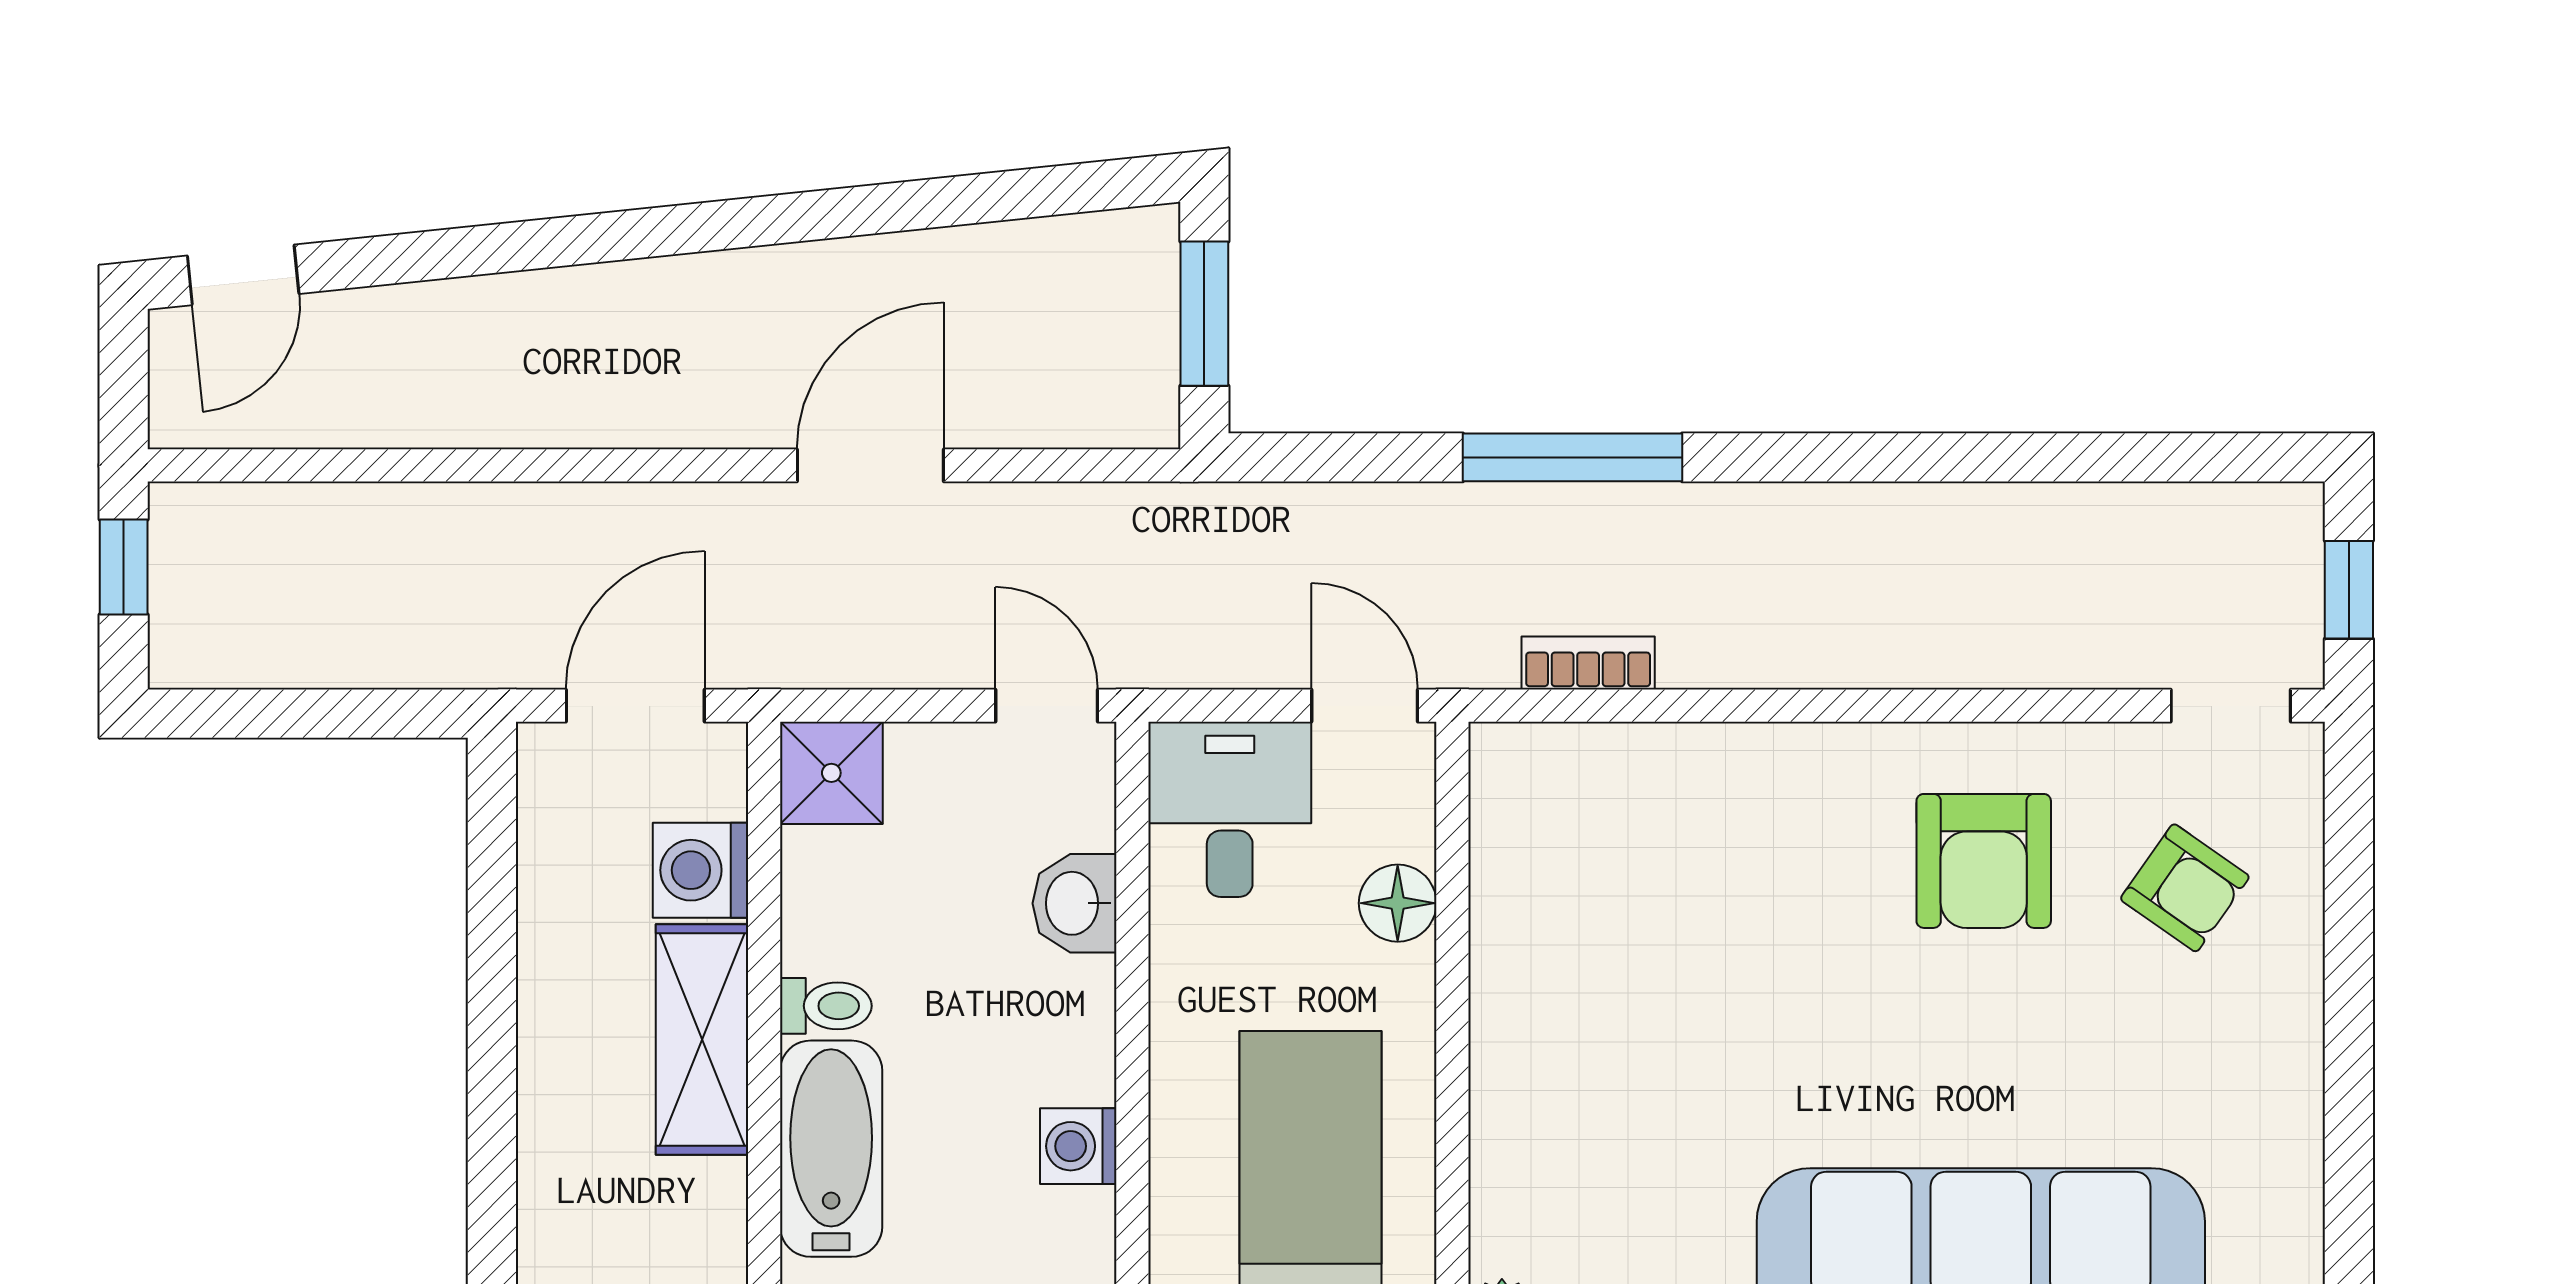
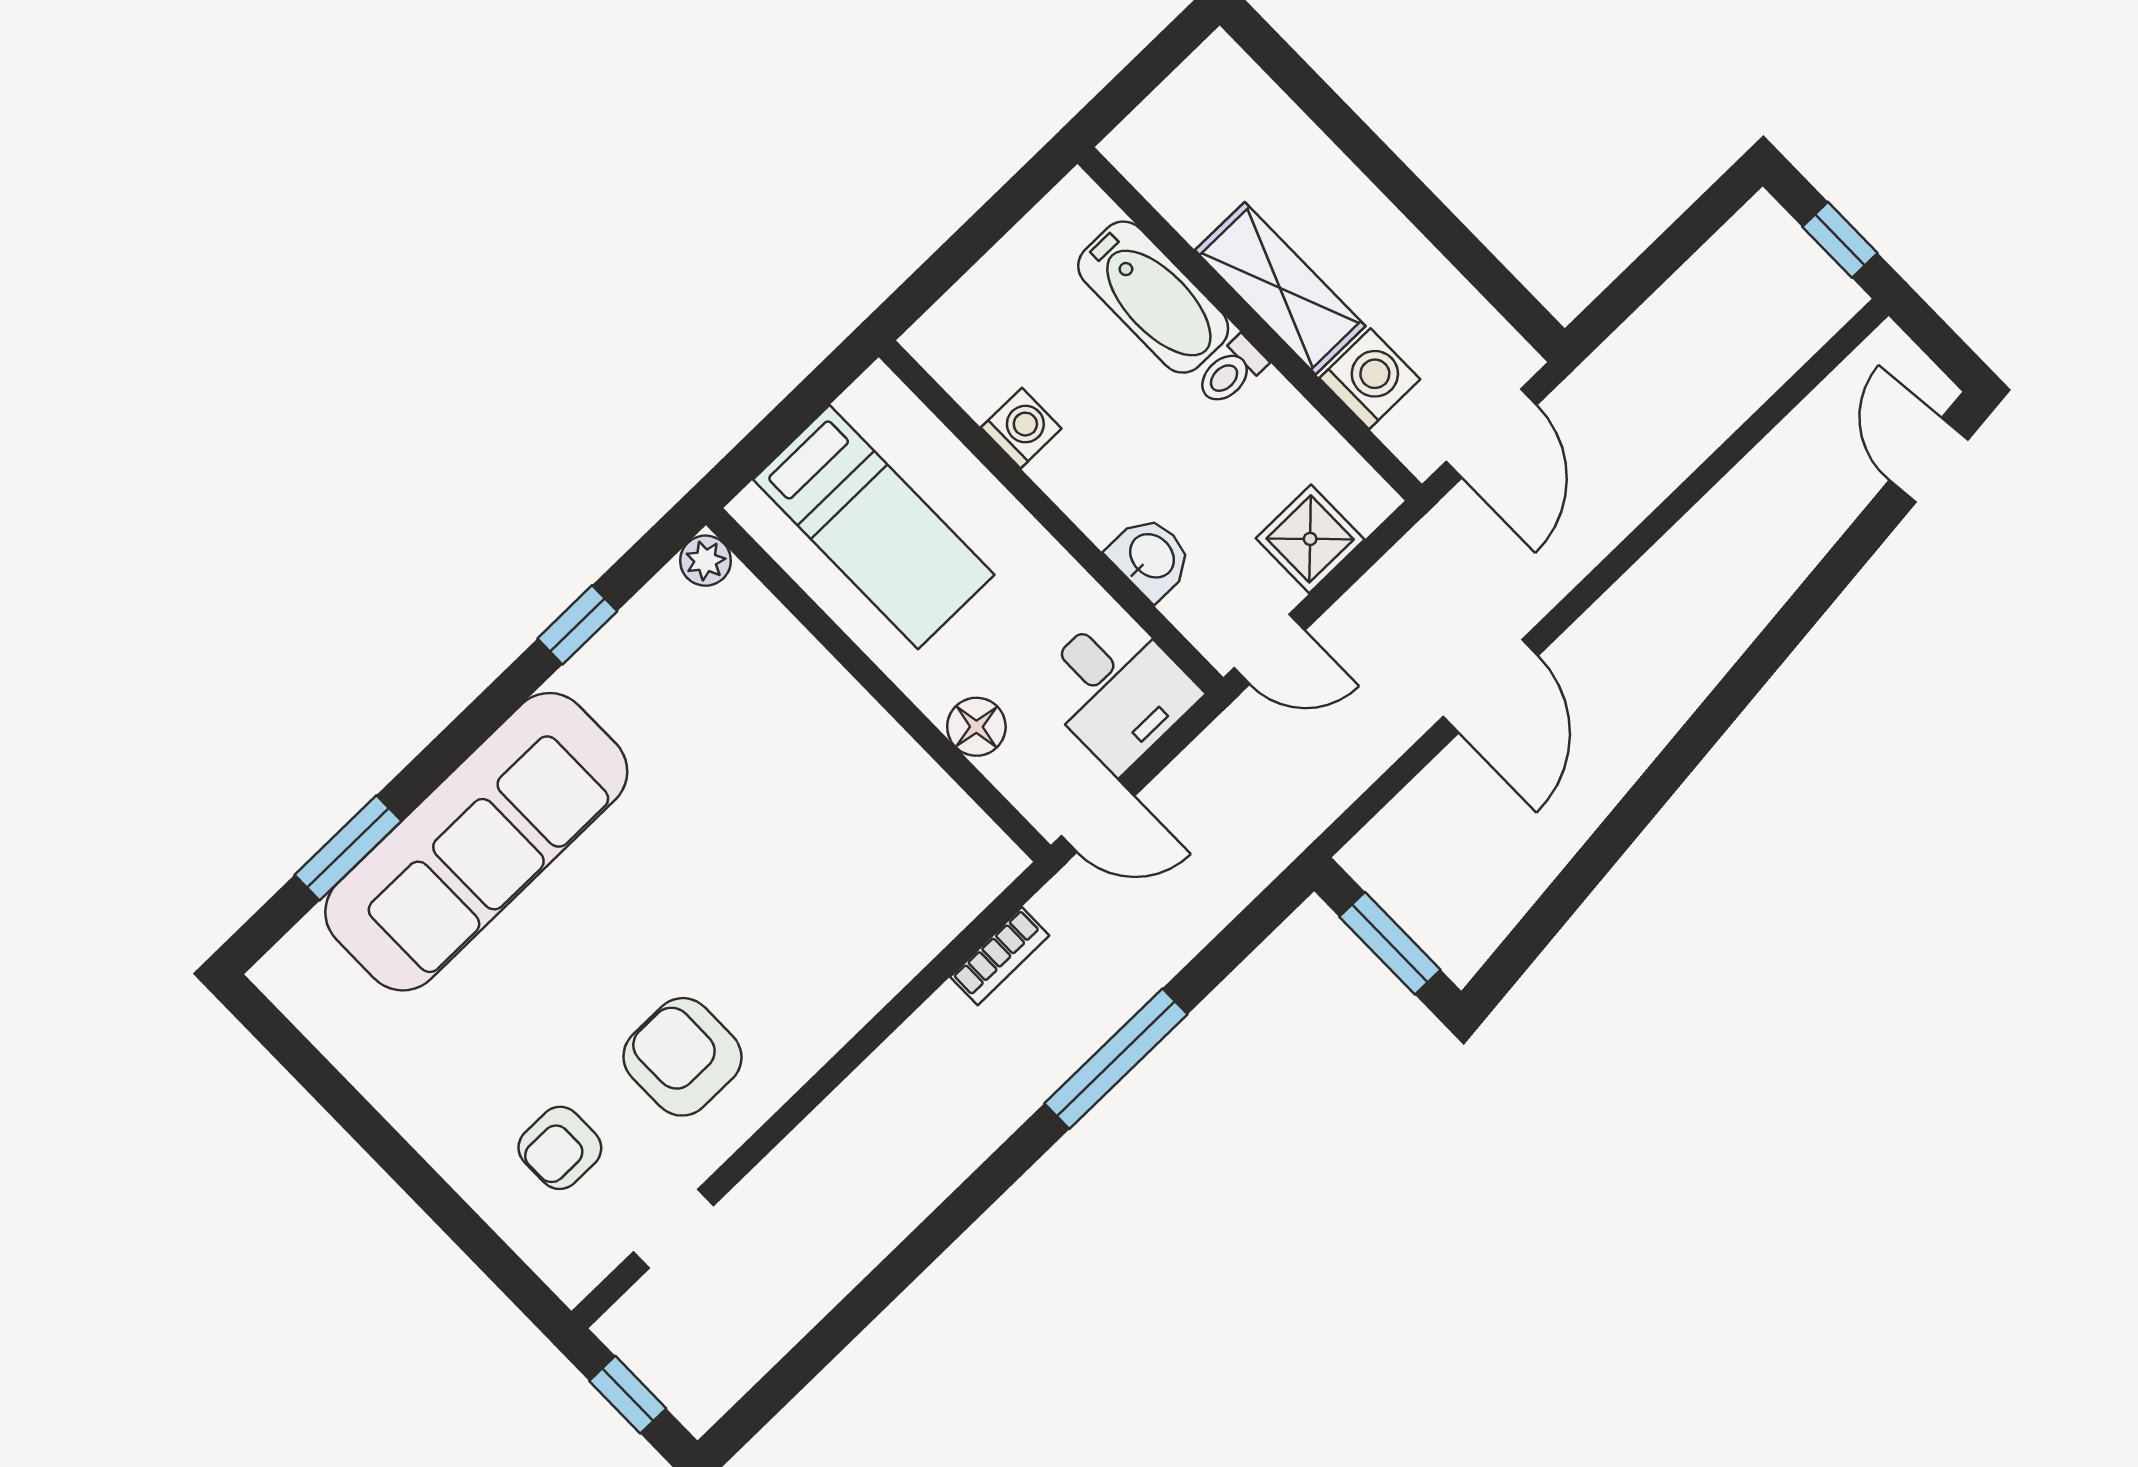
doorway: (2231, 706) -> (673, 1229), moved
shower: (831, 773) -> (1310, 539), moved
armchair: (2185, 888) -> (560, 1148), turned -35

